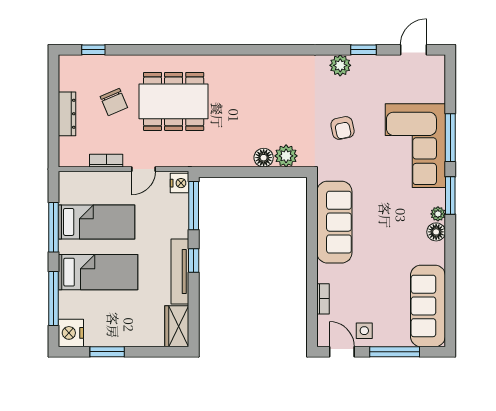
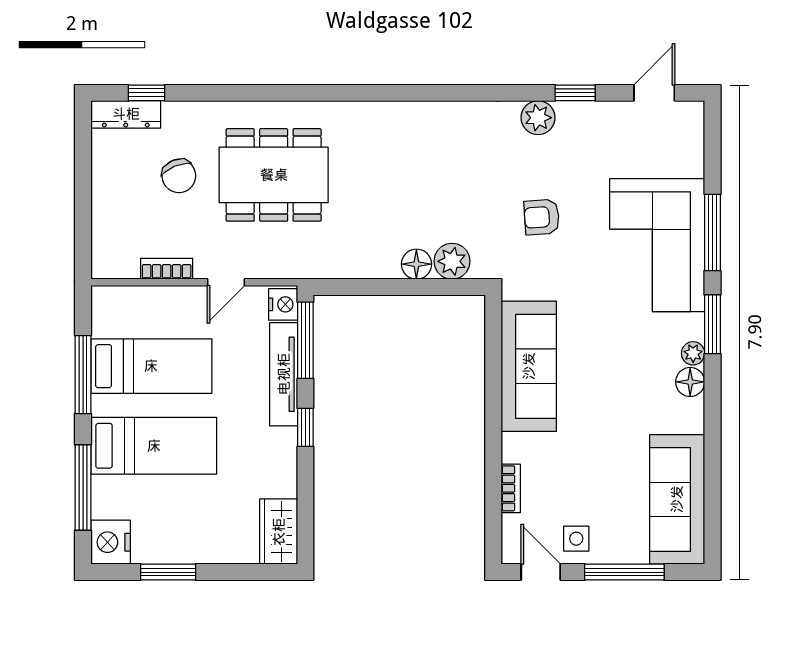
dresser: (67, 114) -> (126, 114), moved, turned 90
armchair: (343, 128) -> (542, 217), turned 98
tv unit: (180, 272) -> (284, 374), moved

